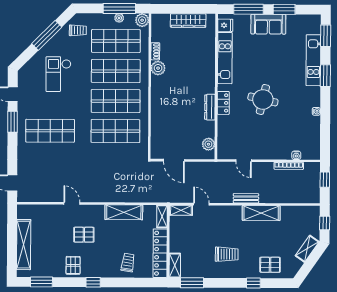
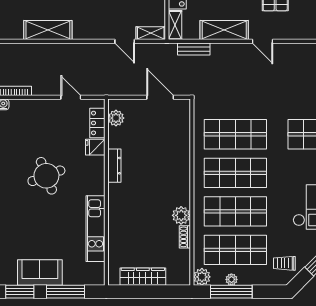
fridge: (225, 25) -> (95, 147), moved
round table: (263, 99) -> (46, 176), turned -34
locker: (223, 103) -> (97, 123), moved
bench: (246, 198) -> (194, 49), moved
door: (72, 203) -> (263, 41), moved

